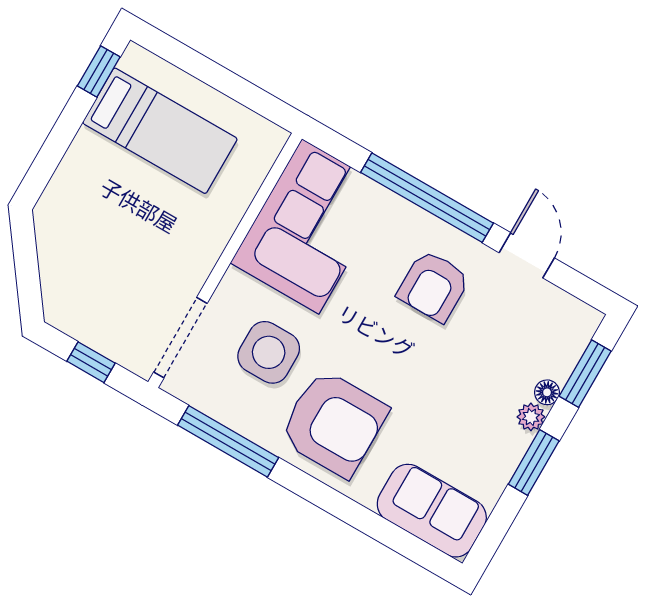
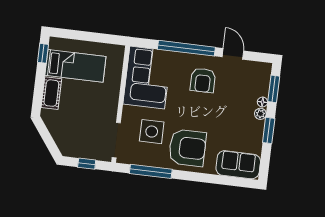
cot: (79, 169) -> (51, 93), added

